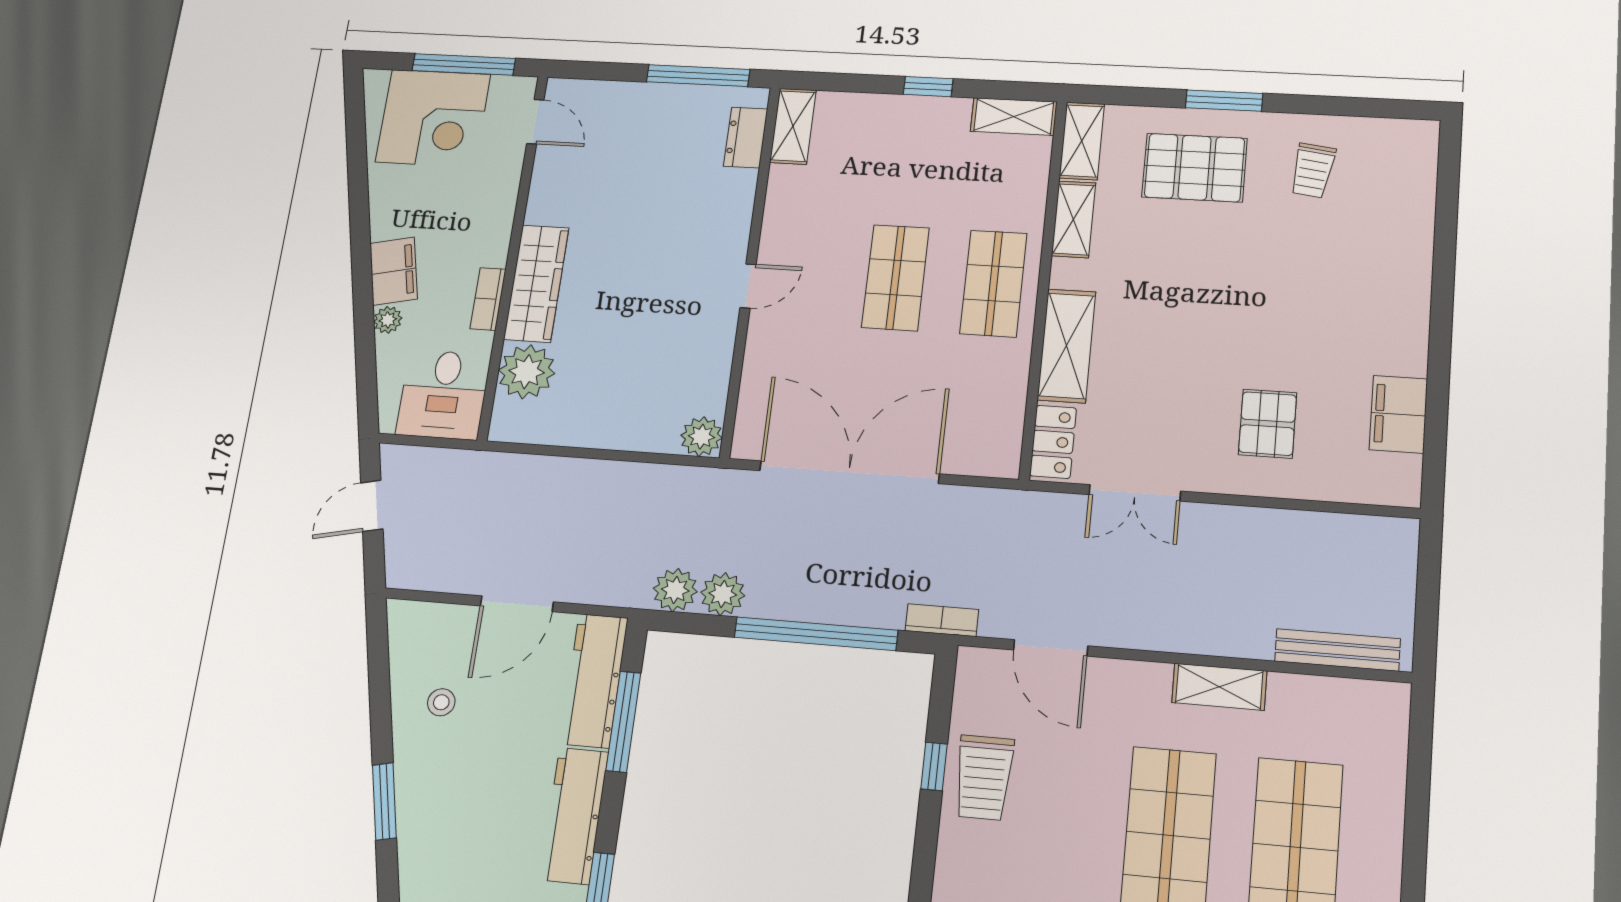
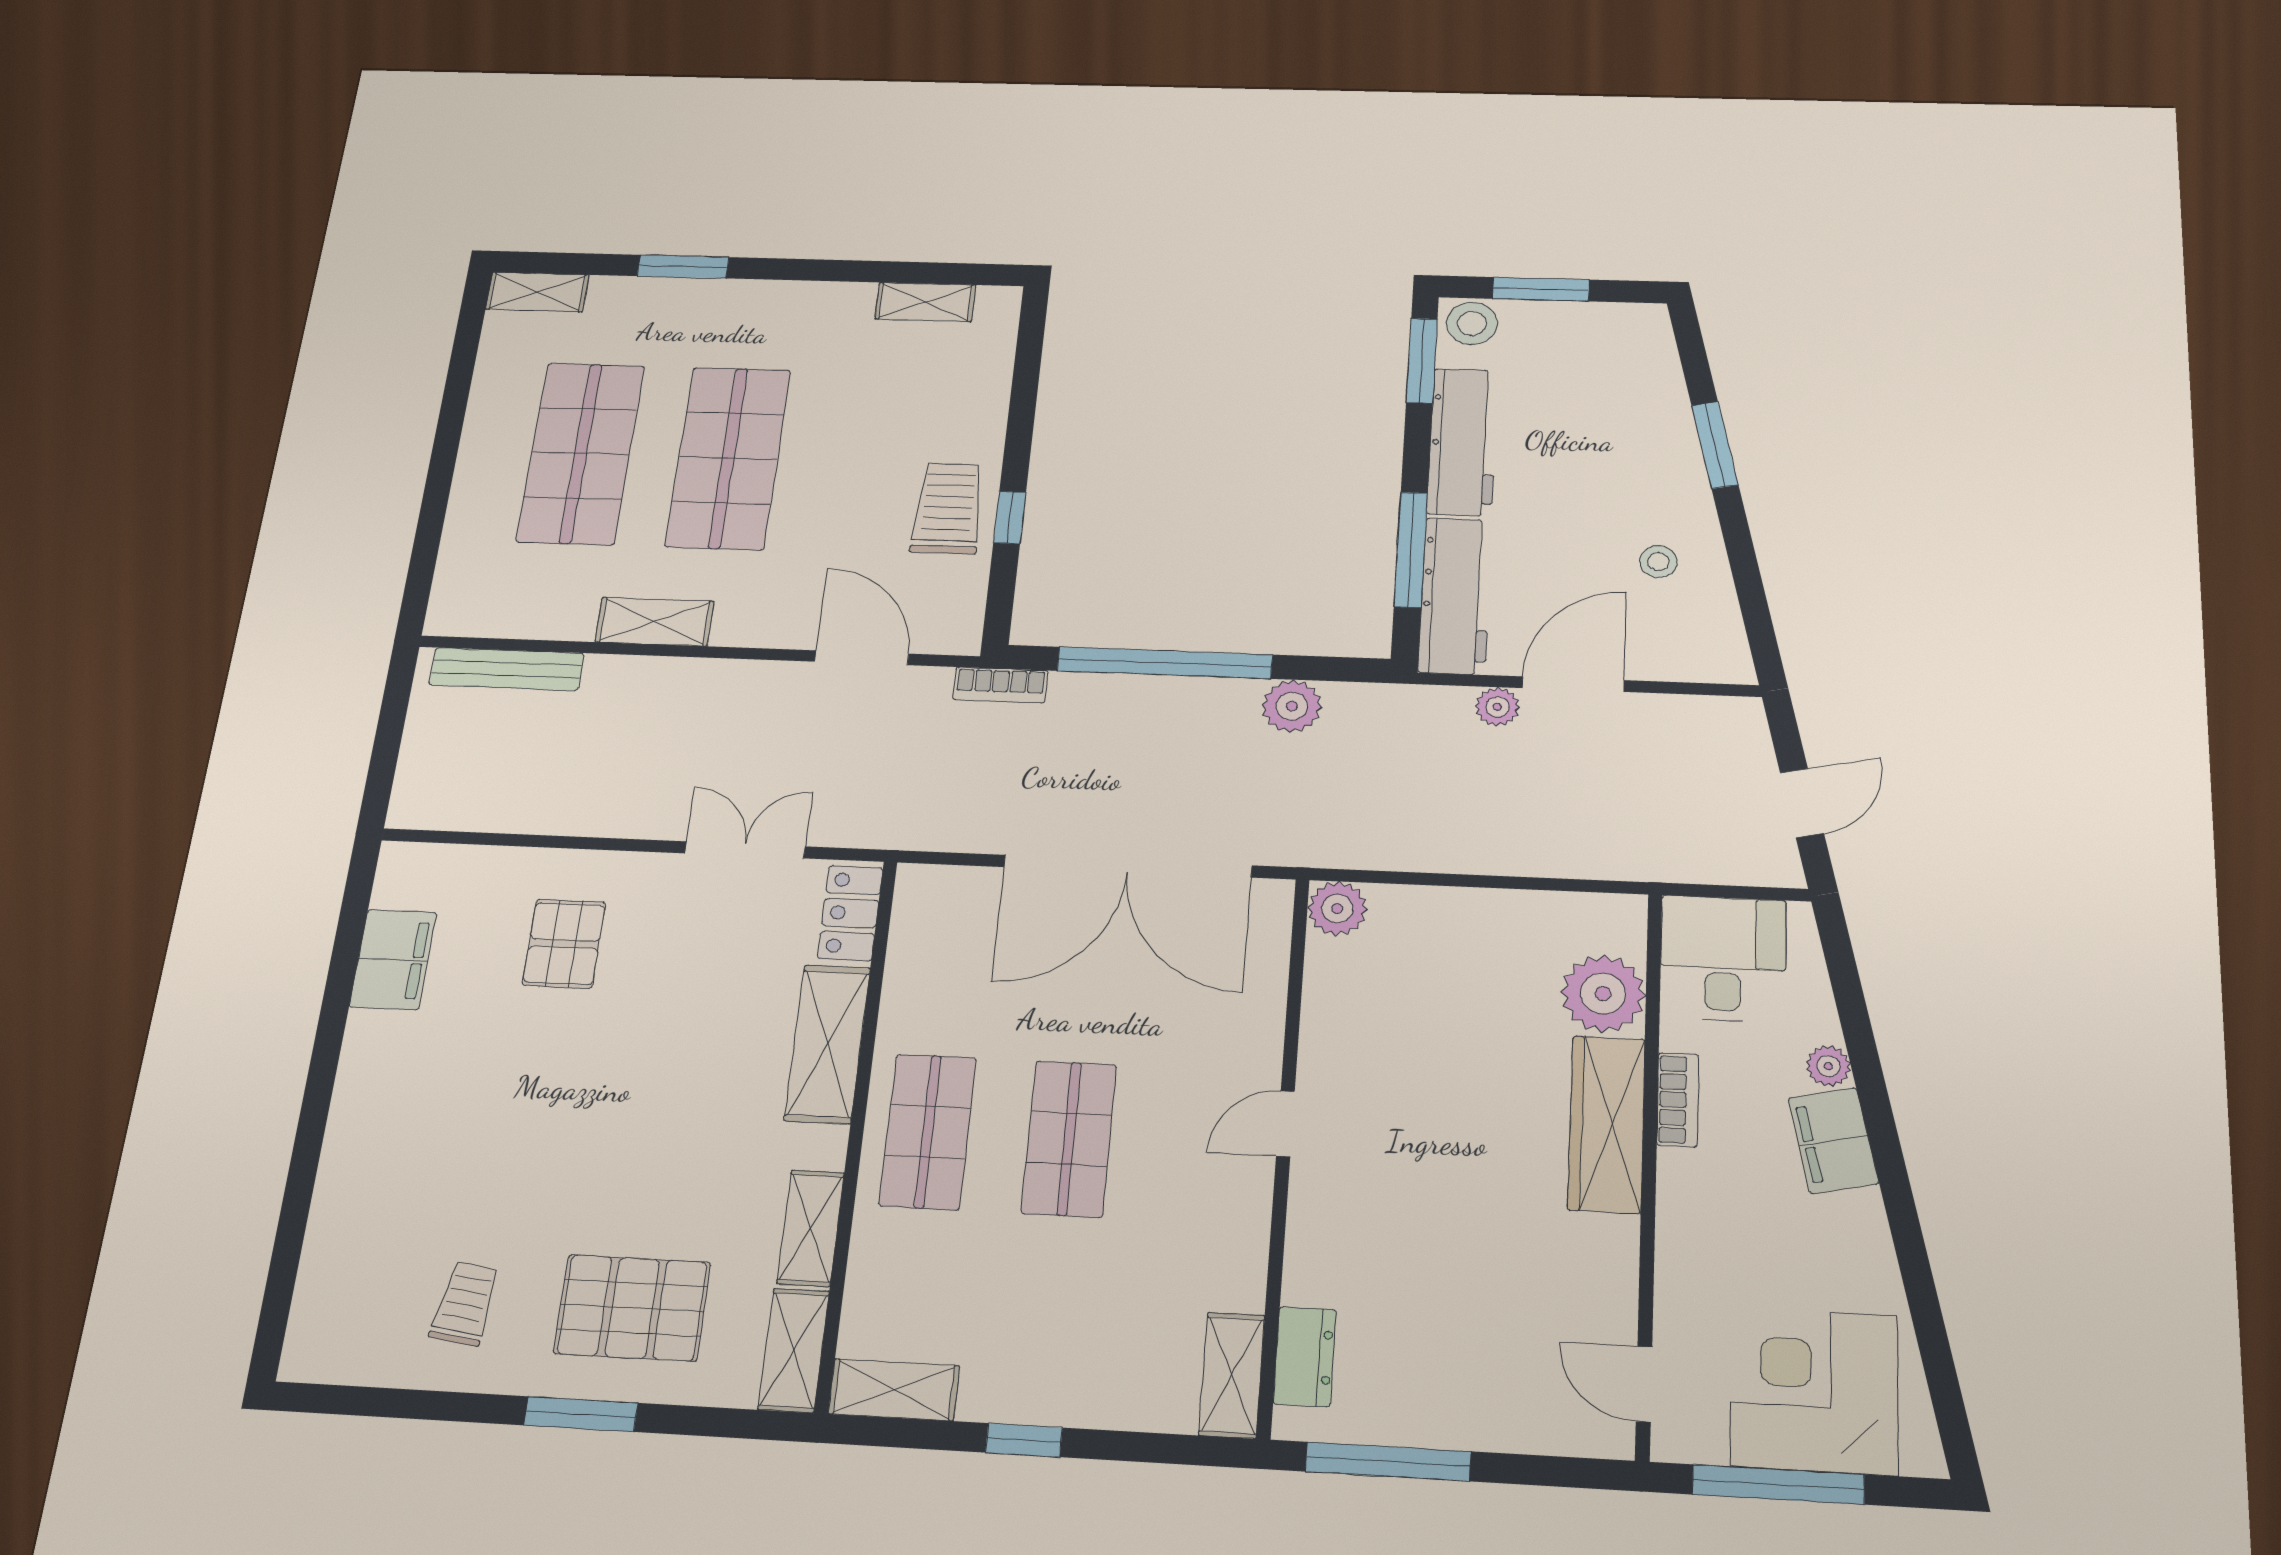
plant: (675, 590) -> (1497, 707), moved, width x0.73, depth x0.73

